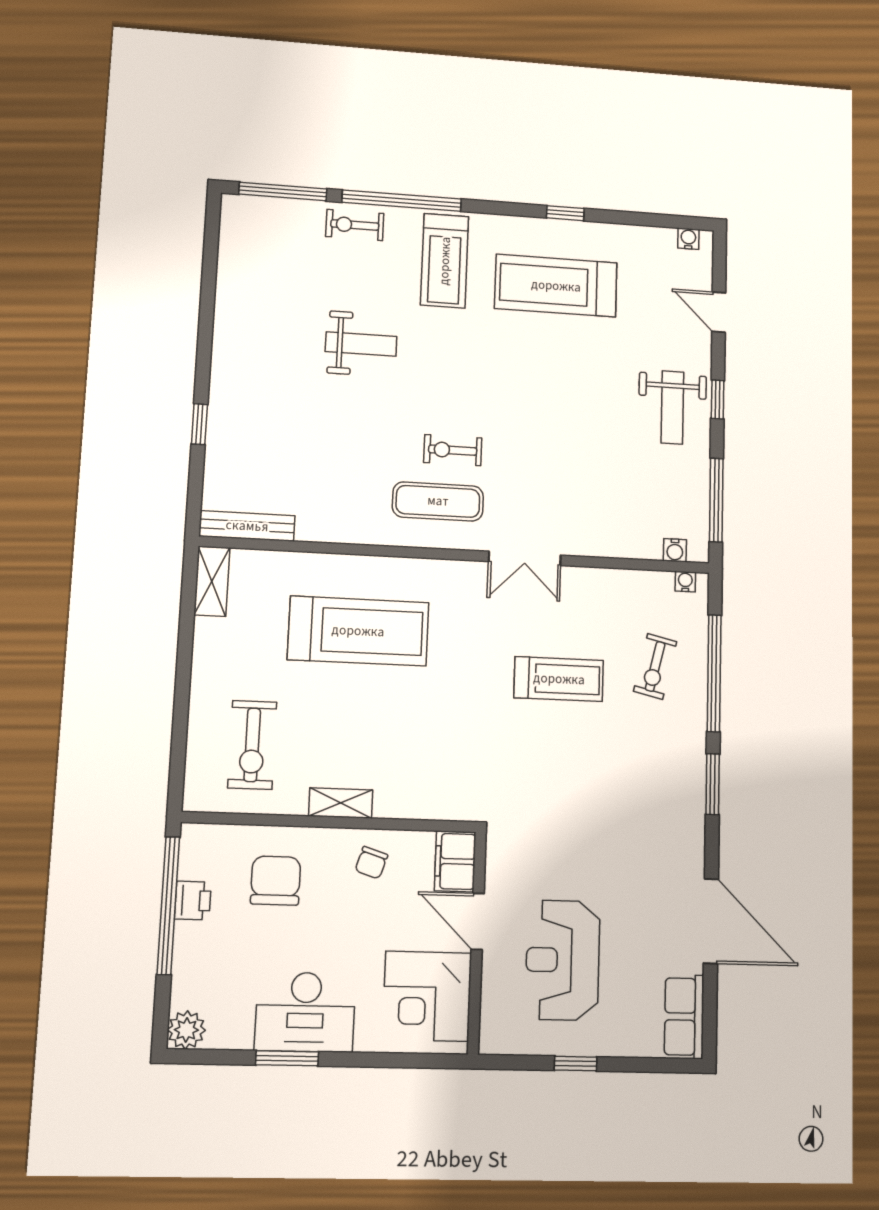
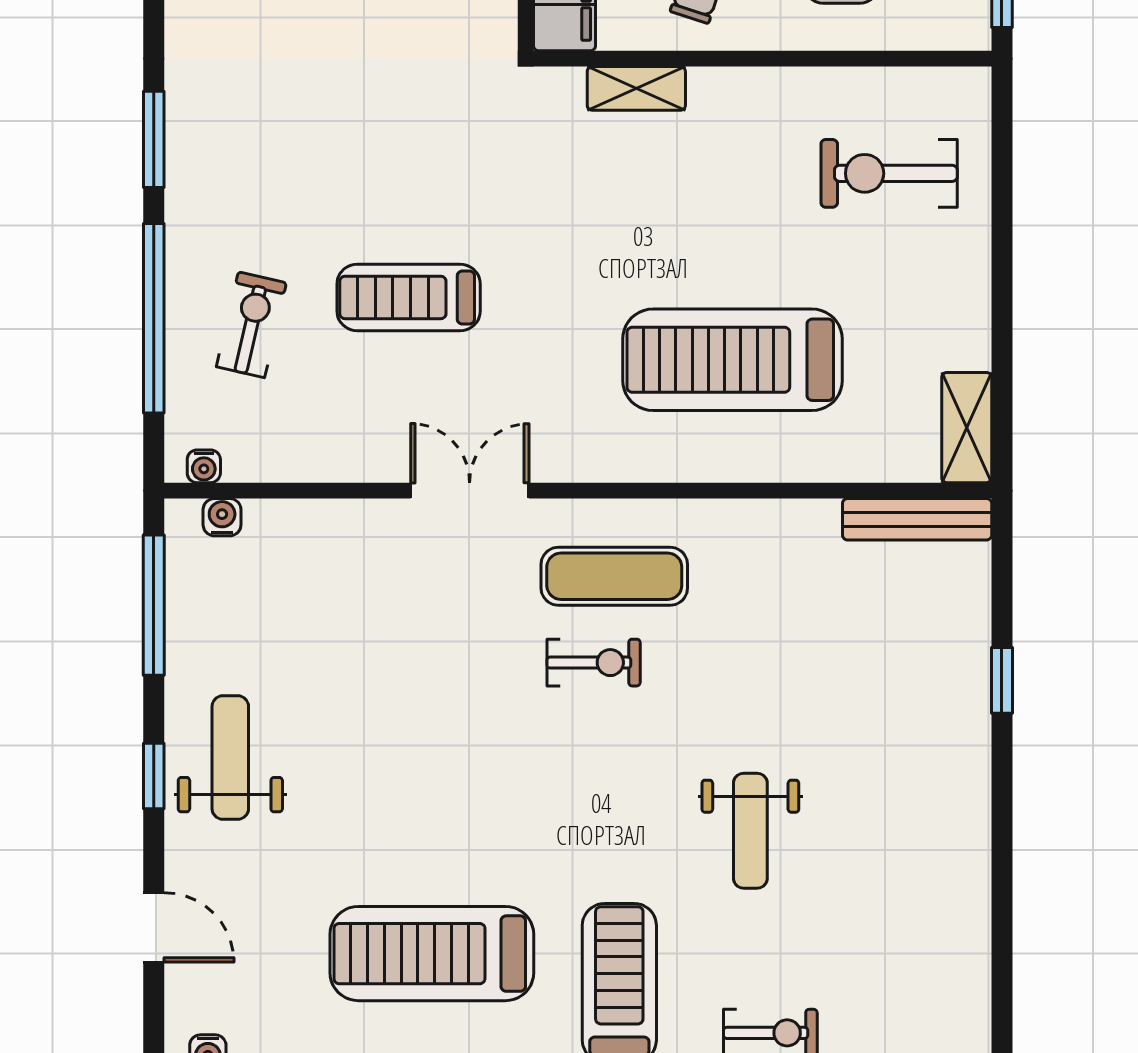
treadmill: (556, 286) -> (432, 954), turned 180
weight bench: (361, 344) -> (750, 831), turned -90
exercise bike: (252, 745) -> (889, 173), turned -90
shelving: (341, 803) -> (636, 88), moved

